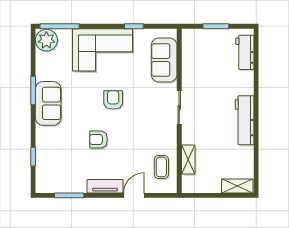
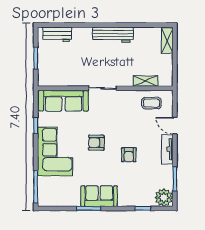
plant: (46, 40) -> (164, 198), moved
sofa: (164, 60) -> (63, 101), width x1.36

